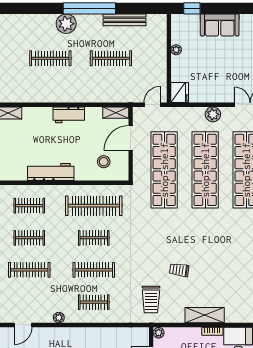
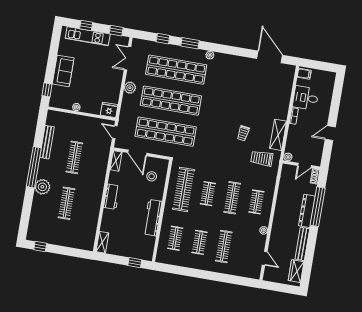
trolley: (151, 299) -> (262, 158), turned 180
shelving: (205, 315) -> (278, 135), moved

